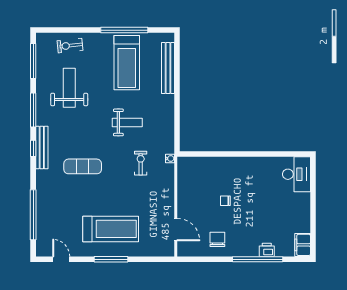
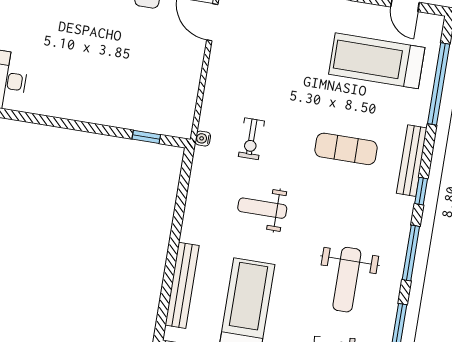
bench: (42, 147) -> (412, 161), moved
window: (204, 154) -> (146, 137), added
chair: (225, 201) -> (125, 56), removed
treadmill: (111, 229) -> (377, 61), moved

